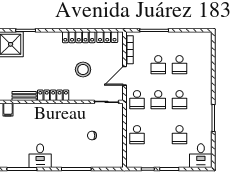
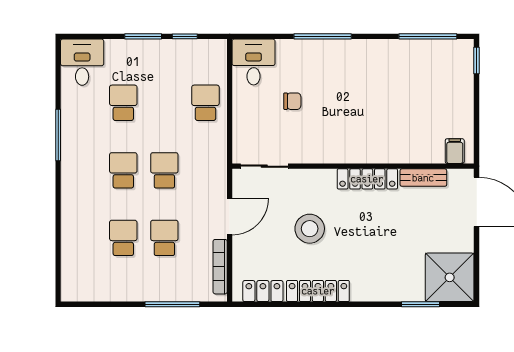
school desk: (137, 100) -> (205, 170), removed
desk: (40, 156) -> (254, 62), moved

